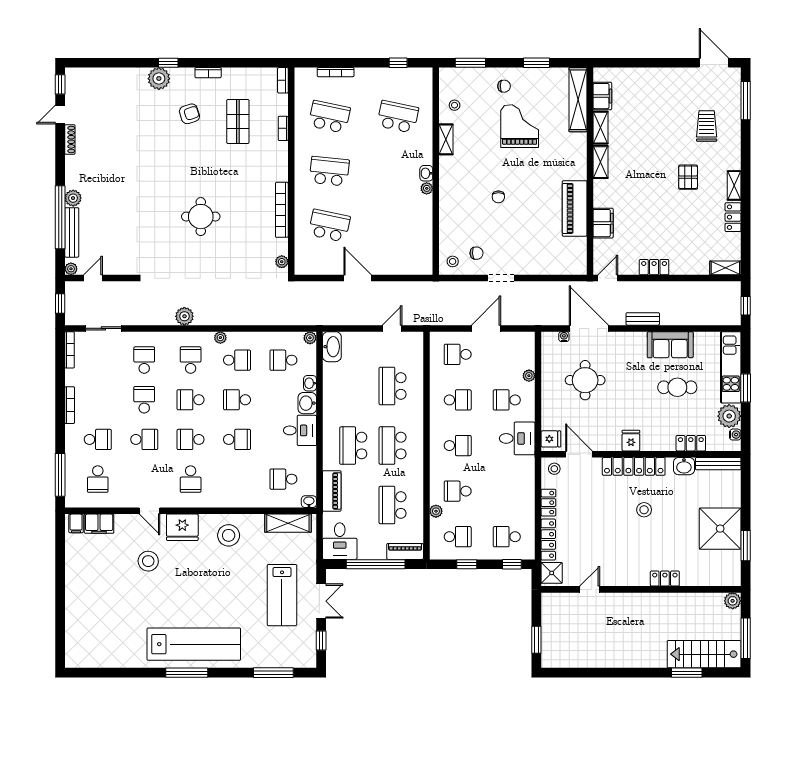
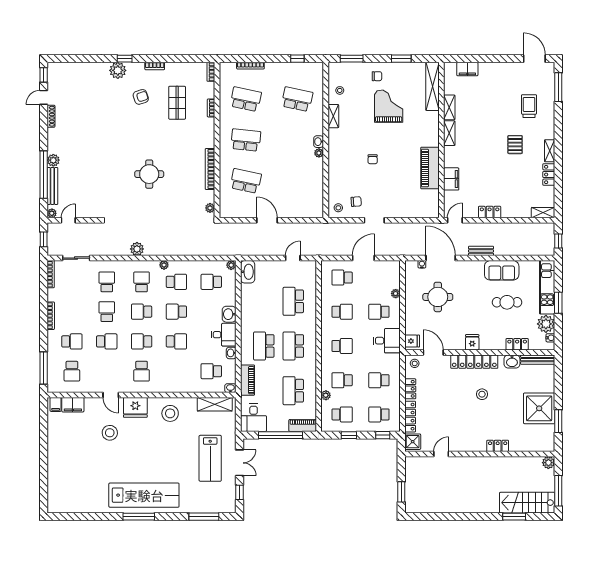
filing cabinet: (602, 96) -> (467, 69), moved, turned 90
washbasin: (310, 383) -> (231, 353), moved
school desk: (507, 491) -> (379, 380), added

